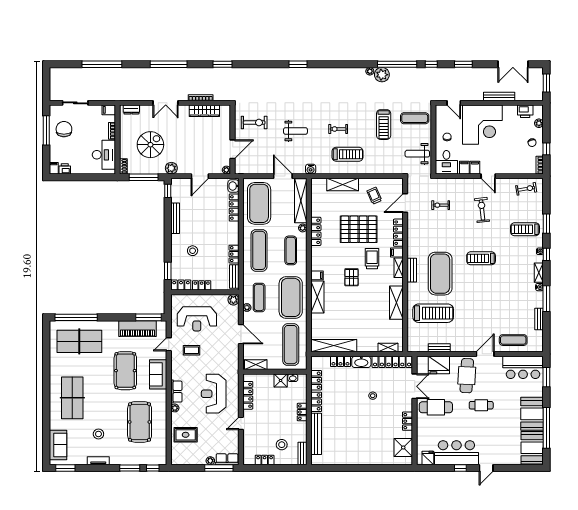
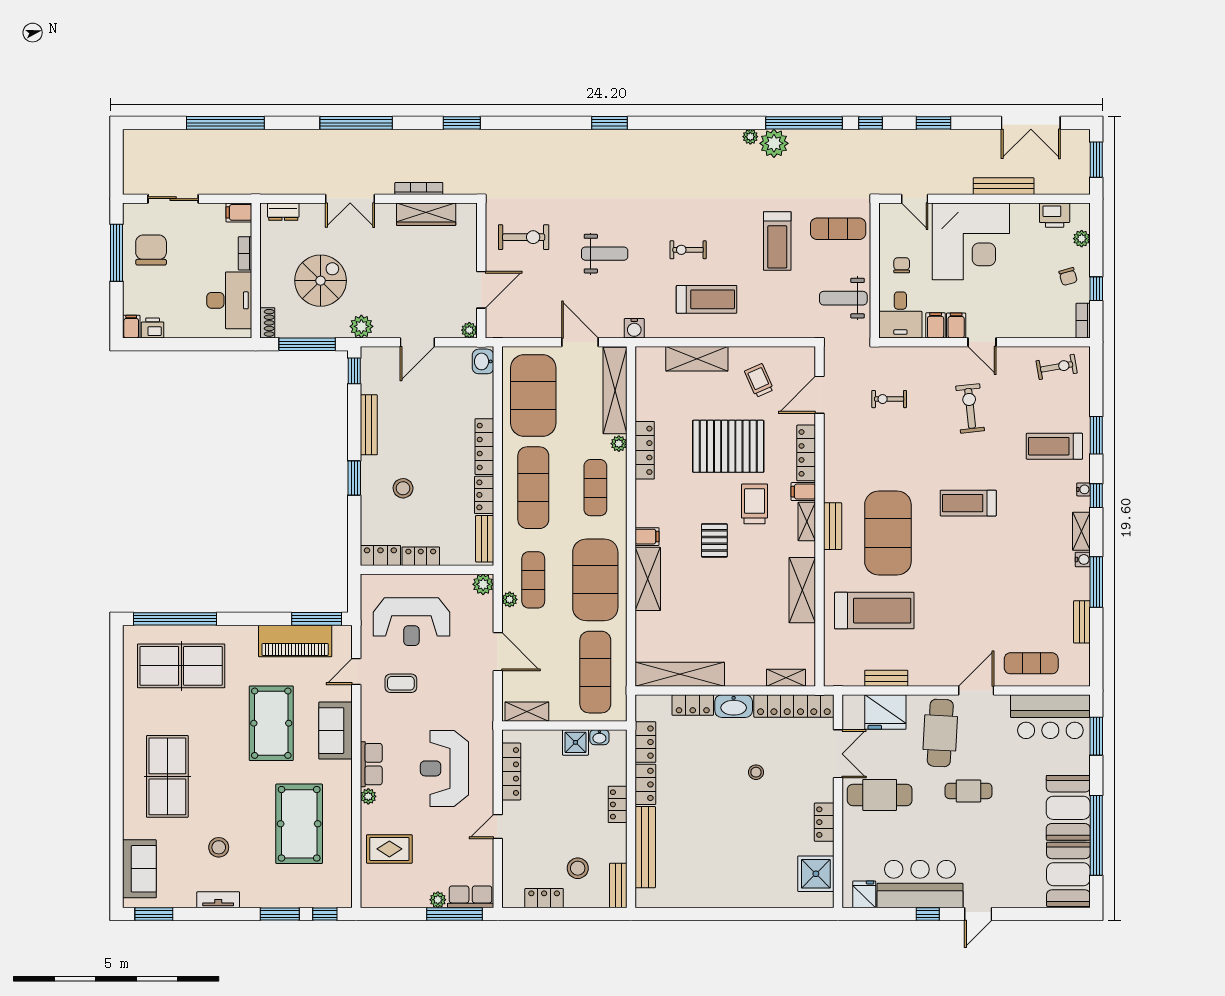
locker: (234, 207) -> (484, 447), moved
window: (168, 271) -> (354, 478), moved

